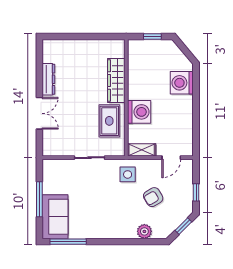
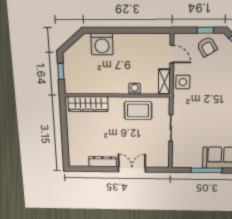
wardrobe: (116, 80) -> (88, 104), moved
washing machine: (139, 112) -> (135, 89), width x0.53, depth x0.53
side table: (128, 174) -> (183, 82), moved
armchair: (153, 197) -> (207, 47), moved

